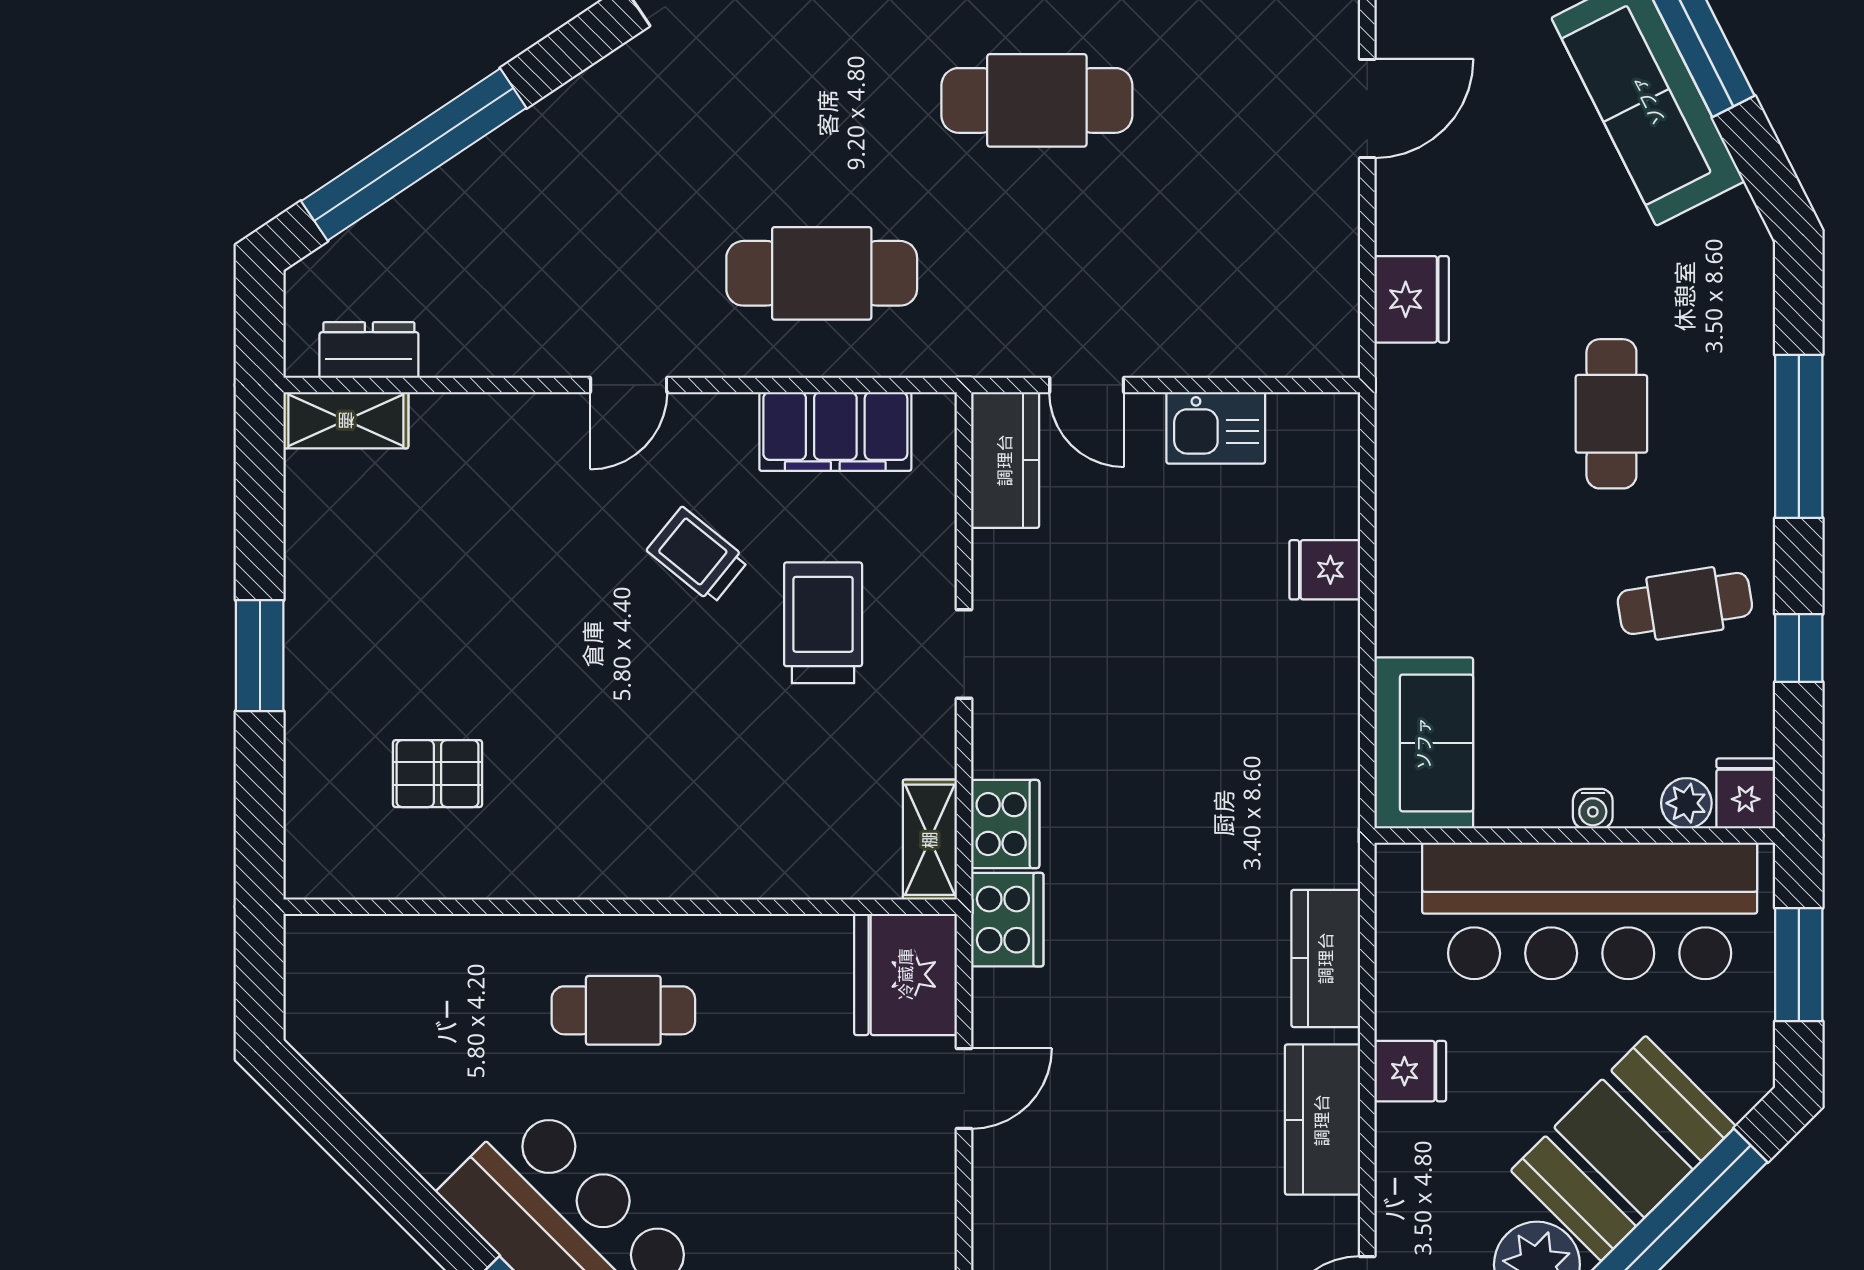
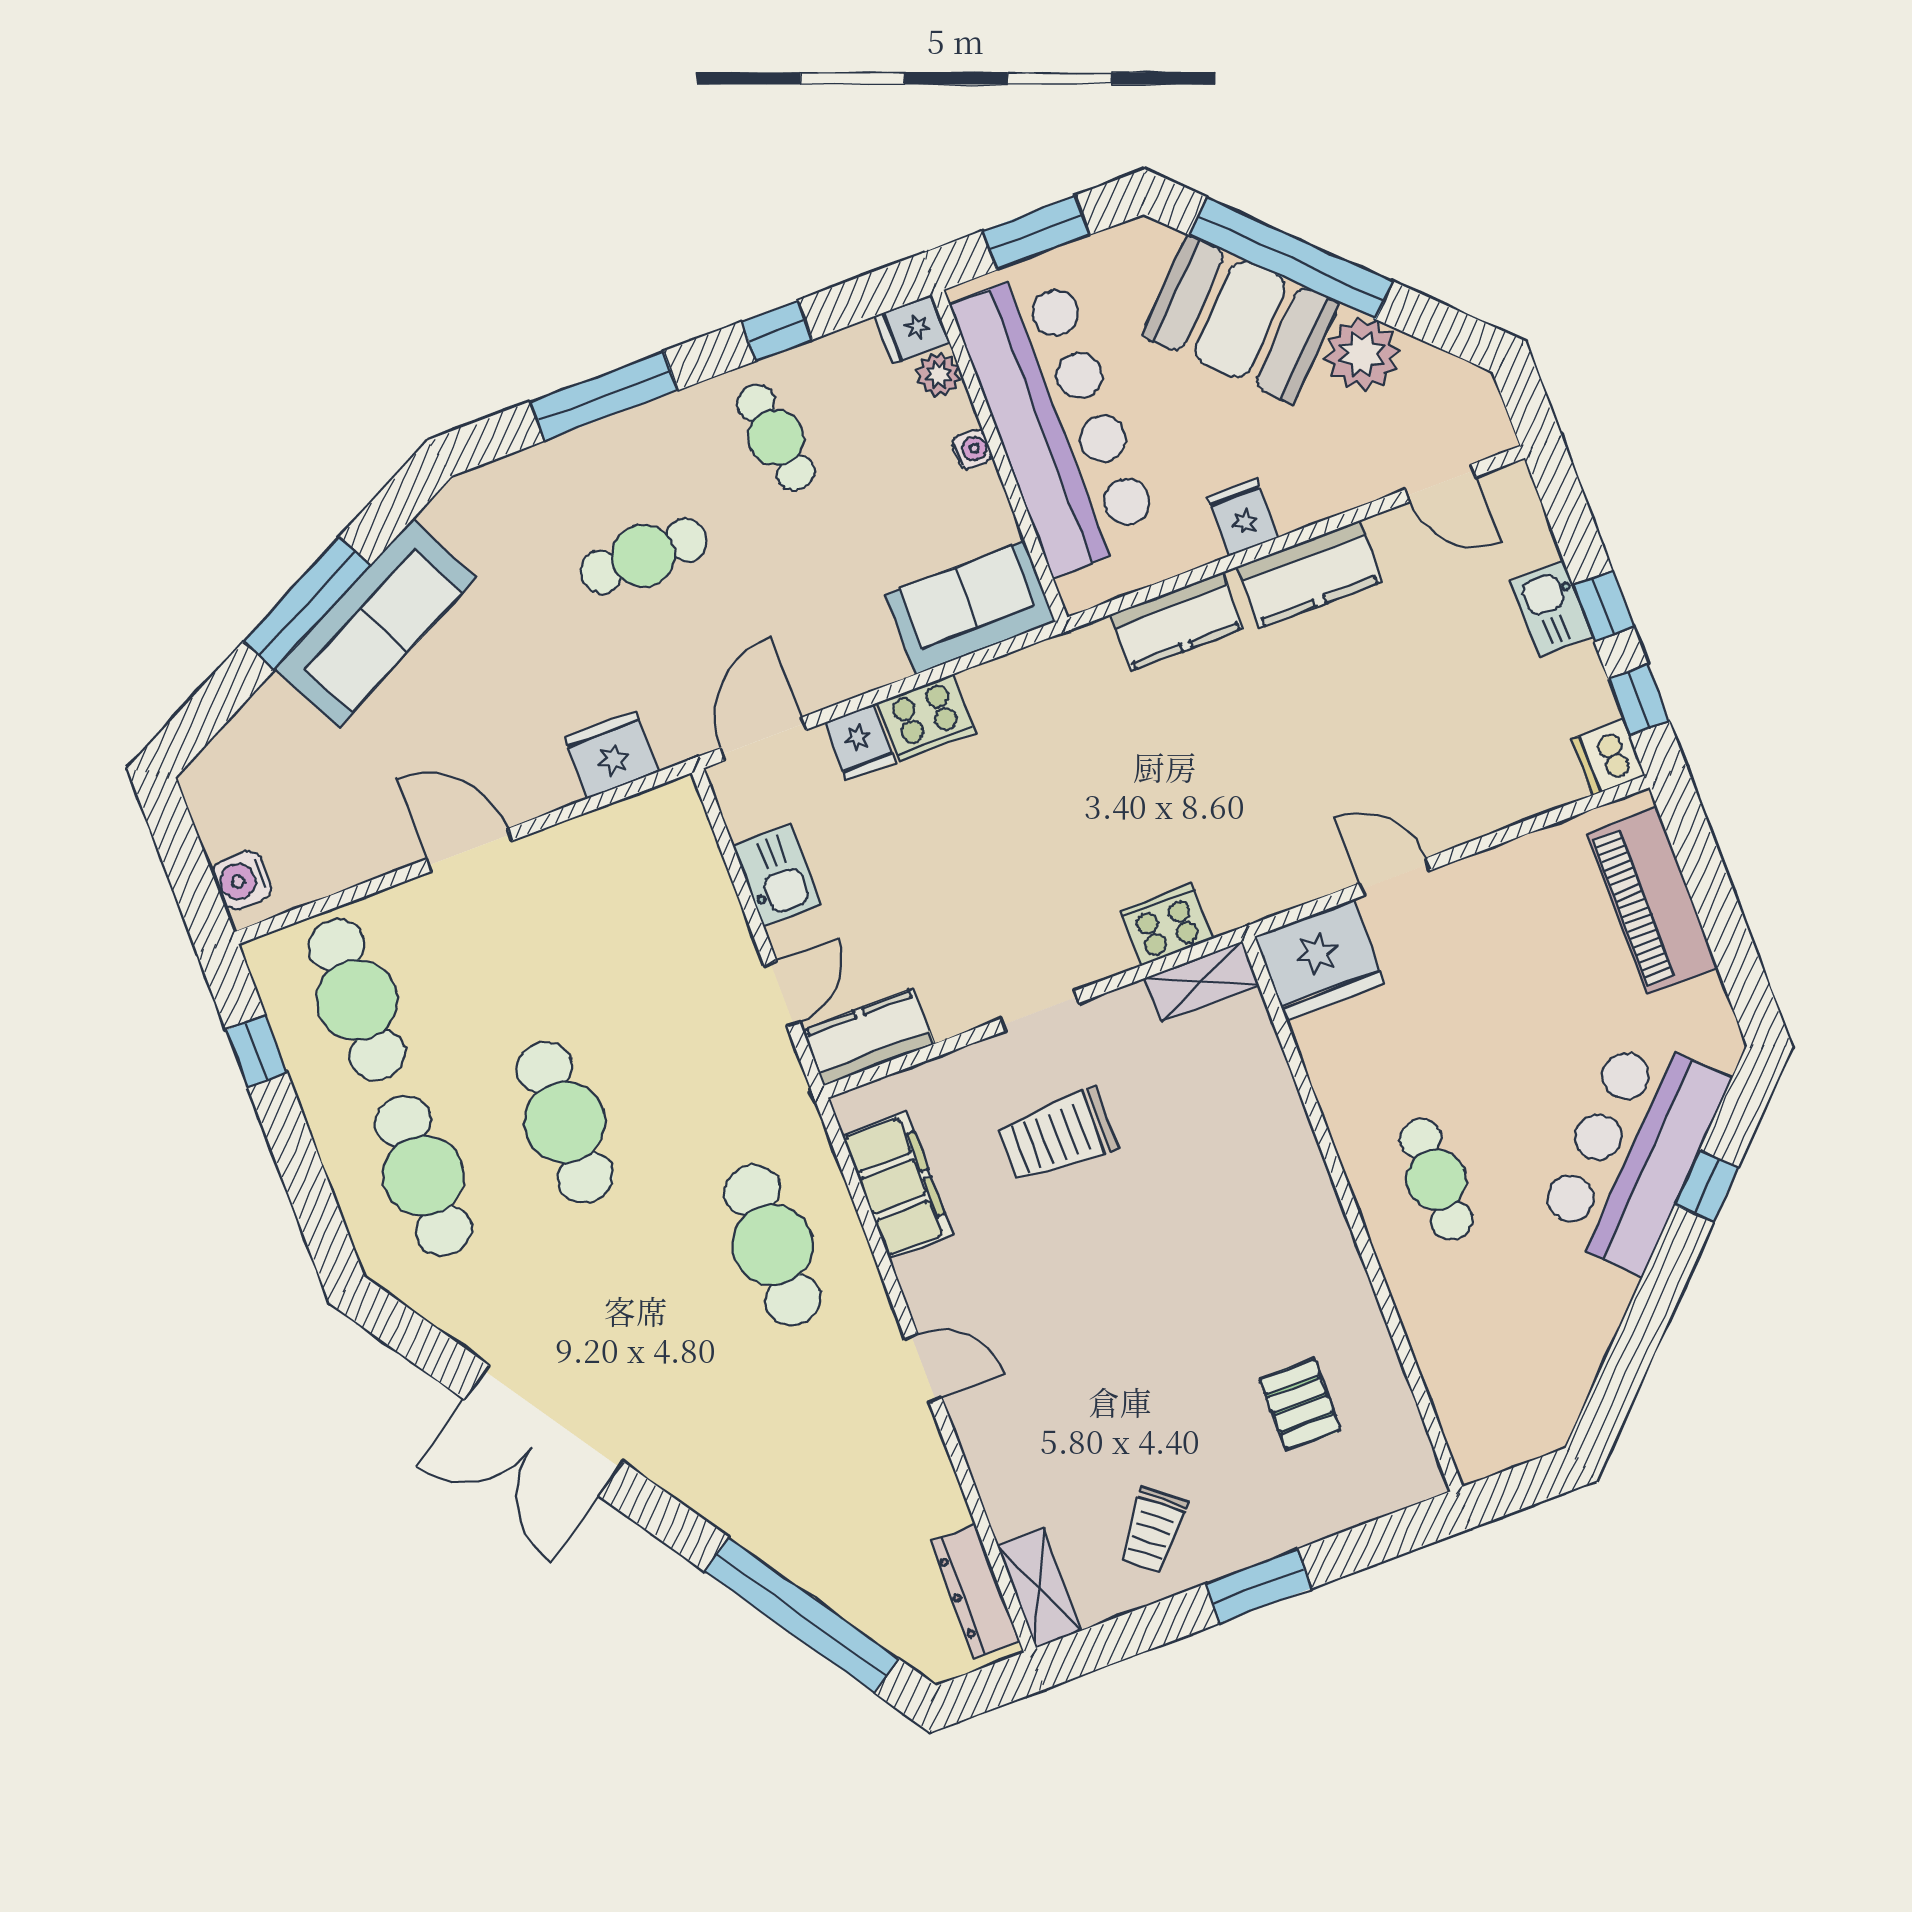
dresser: (369, 350) -> (975, 1591), width x1.44
door: (1367, 468) -> (763, 739), added
trolley: (698, 555) -> (1153, 1530), moved
cooker: (1007, 920) -> (926, 718), moved, turned 180

